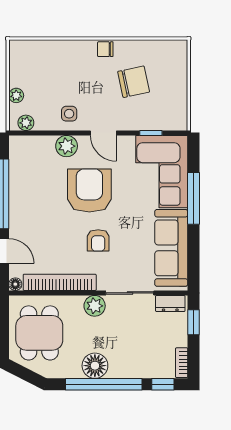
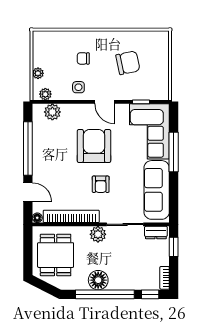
chair: (105, 49) -> (83, 58), moved
plant: (67, 146) -> (52, 112), moved

